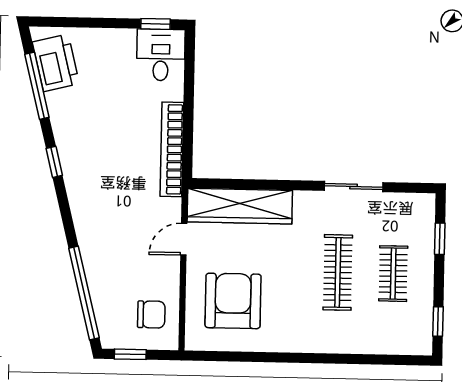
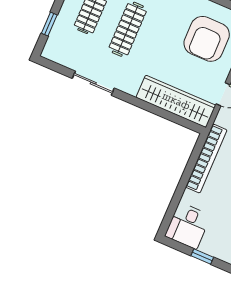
window: (156, 24) -> (202, 256), moved

